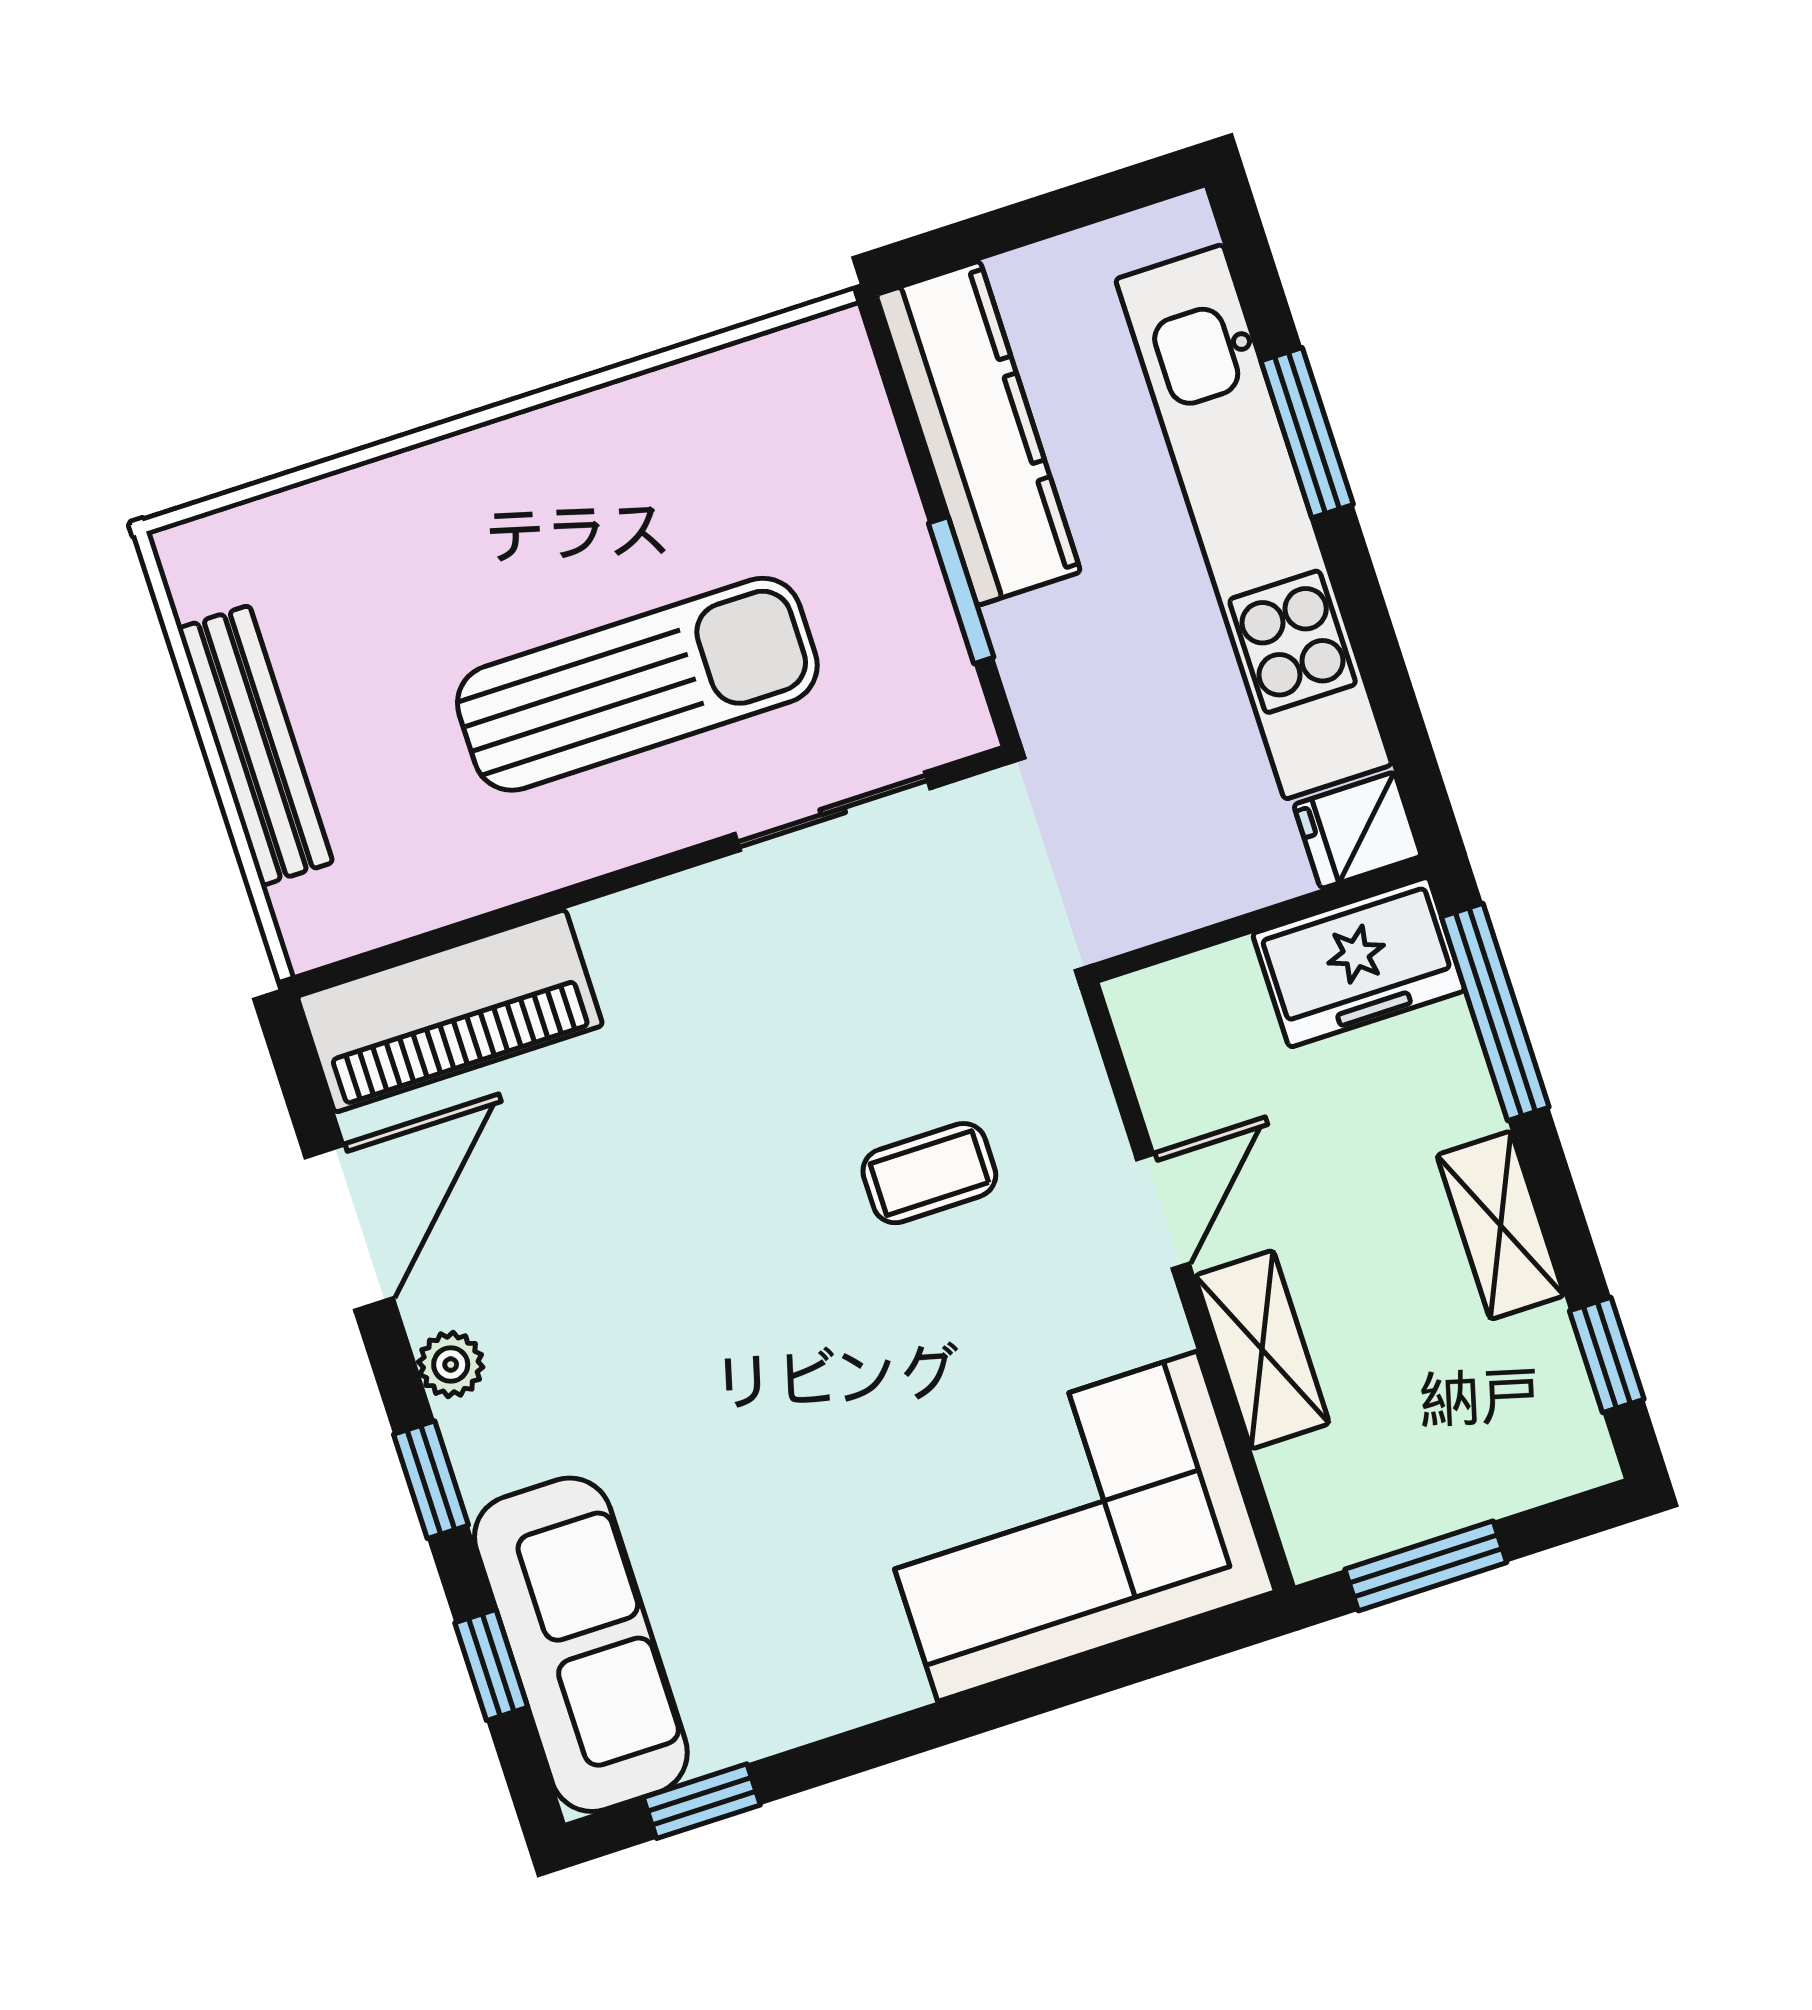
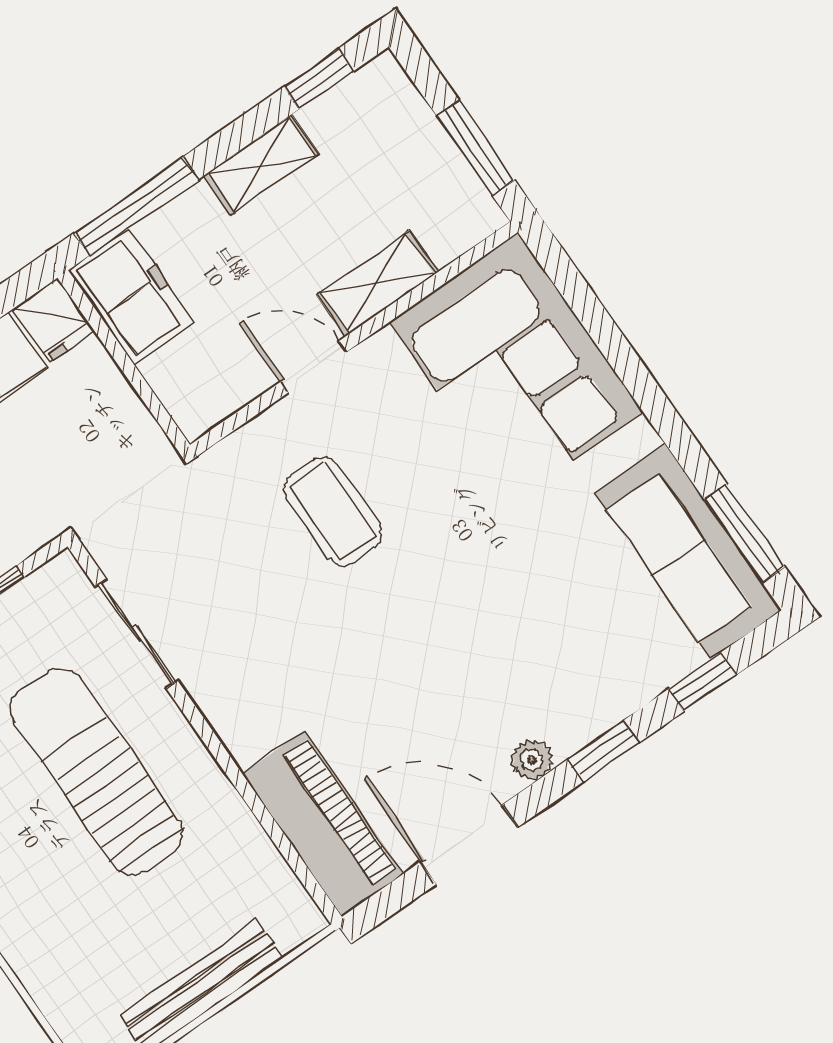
coffee table: (929, 1173) -> (333, 512), width x1.36, depth x1.30
sofa: (581, 1645) -> (688, 552), moved, turned -90
window: (702, 1801) -> (745, 533), width x1.50

